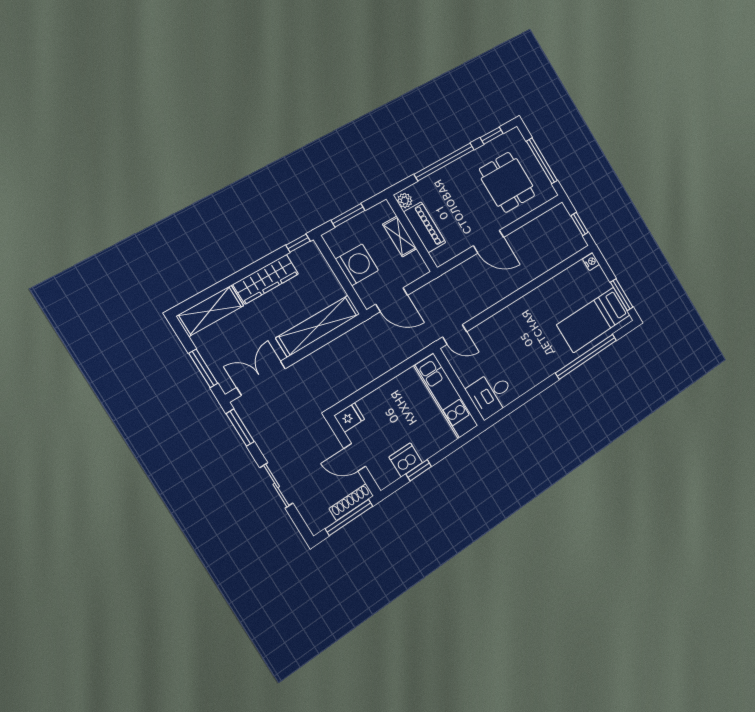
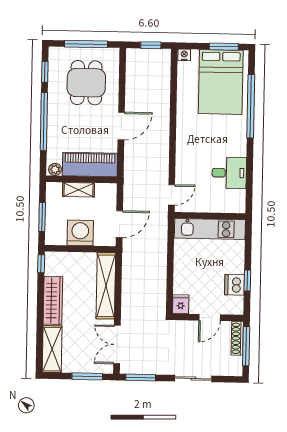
dining table: (507, 182) -> (86, 83), turned 90
piano: (425, 227) -> (90, 165), width x1.37, depth x1.33
bed: (594, 320) -> (221, 82), width x1.50
desk: (491, 394) -> (229, 173), moved, turned -90

